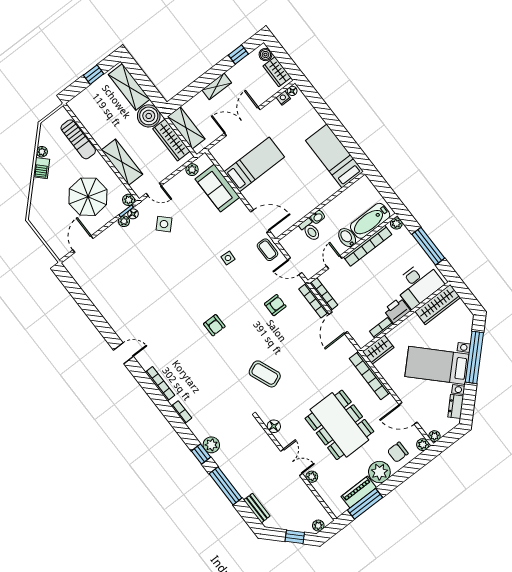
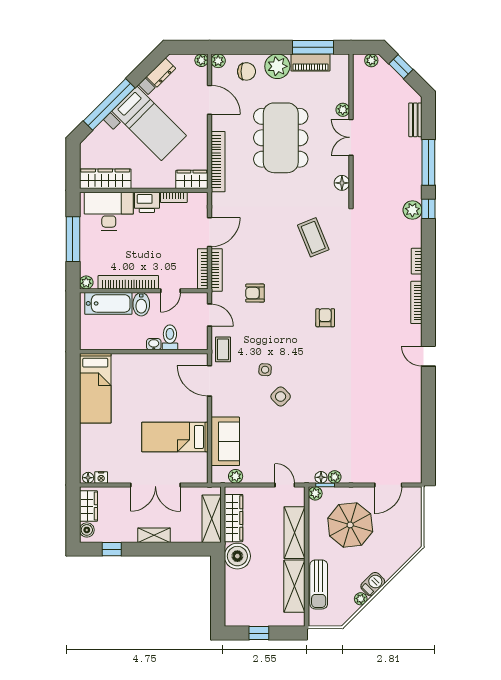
shelving: (129, 87) -> (294, 586), moved
sun lounger: (78, 139) -> (319, 584), turned 180
side table: (164, 224) -> (281, 397), moved

